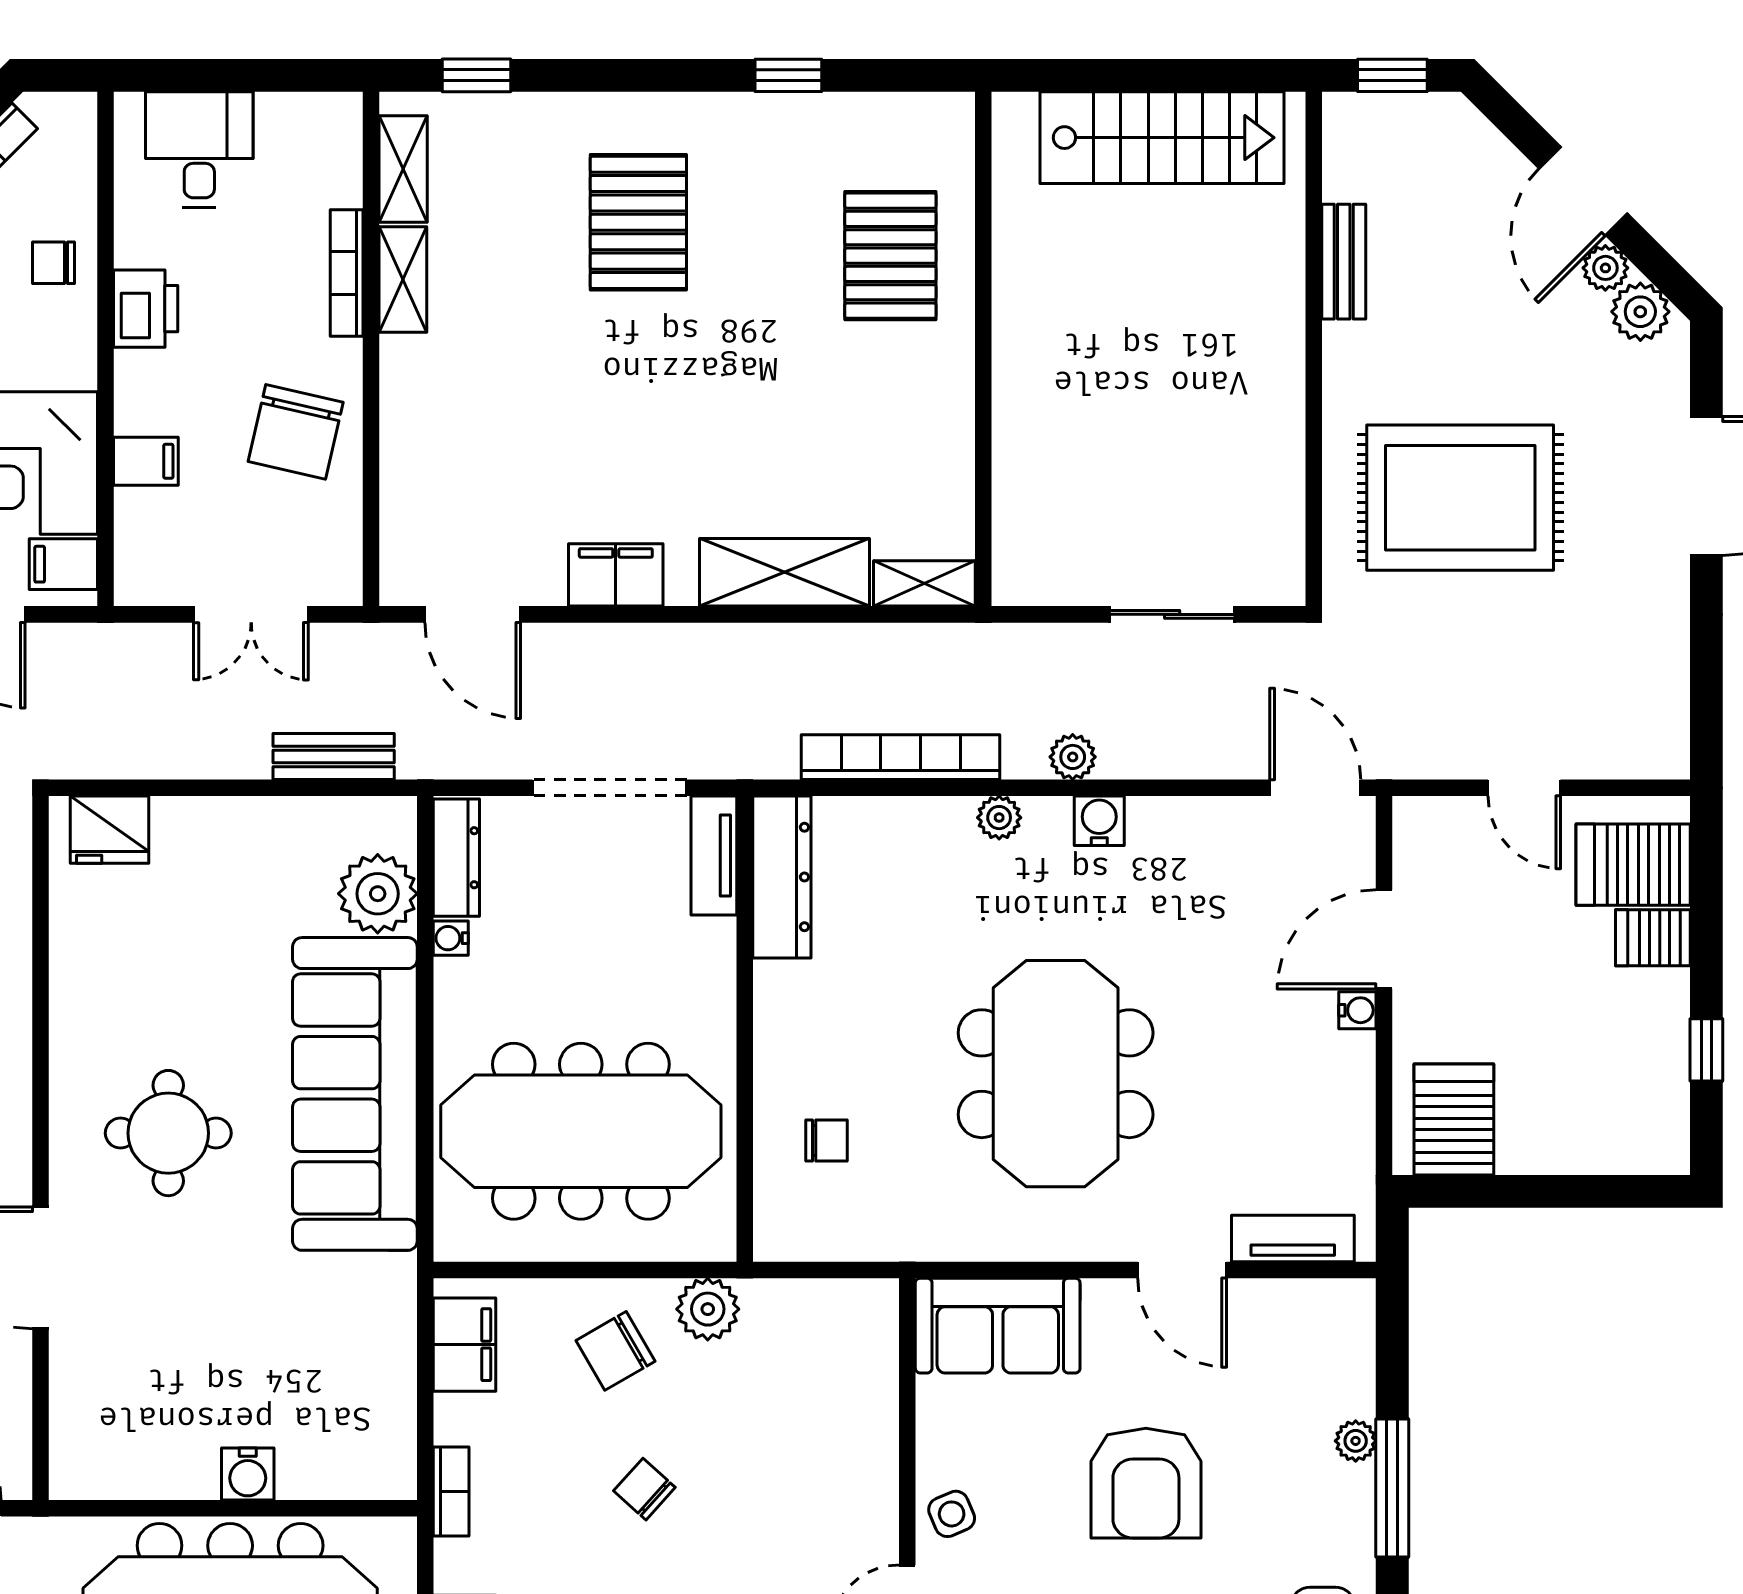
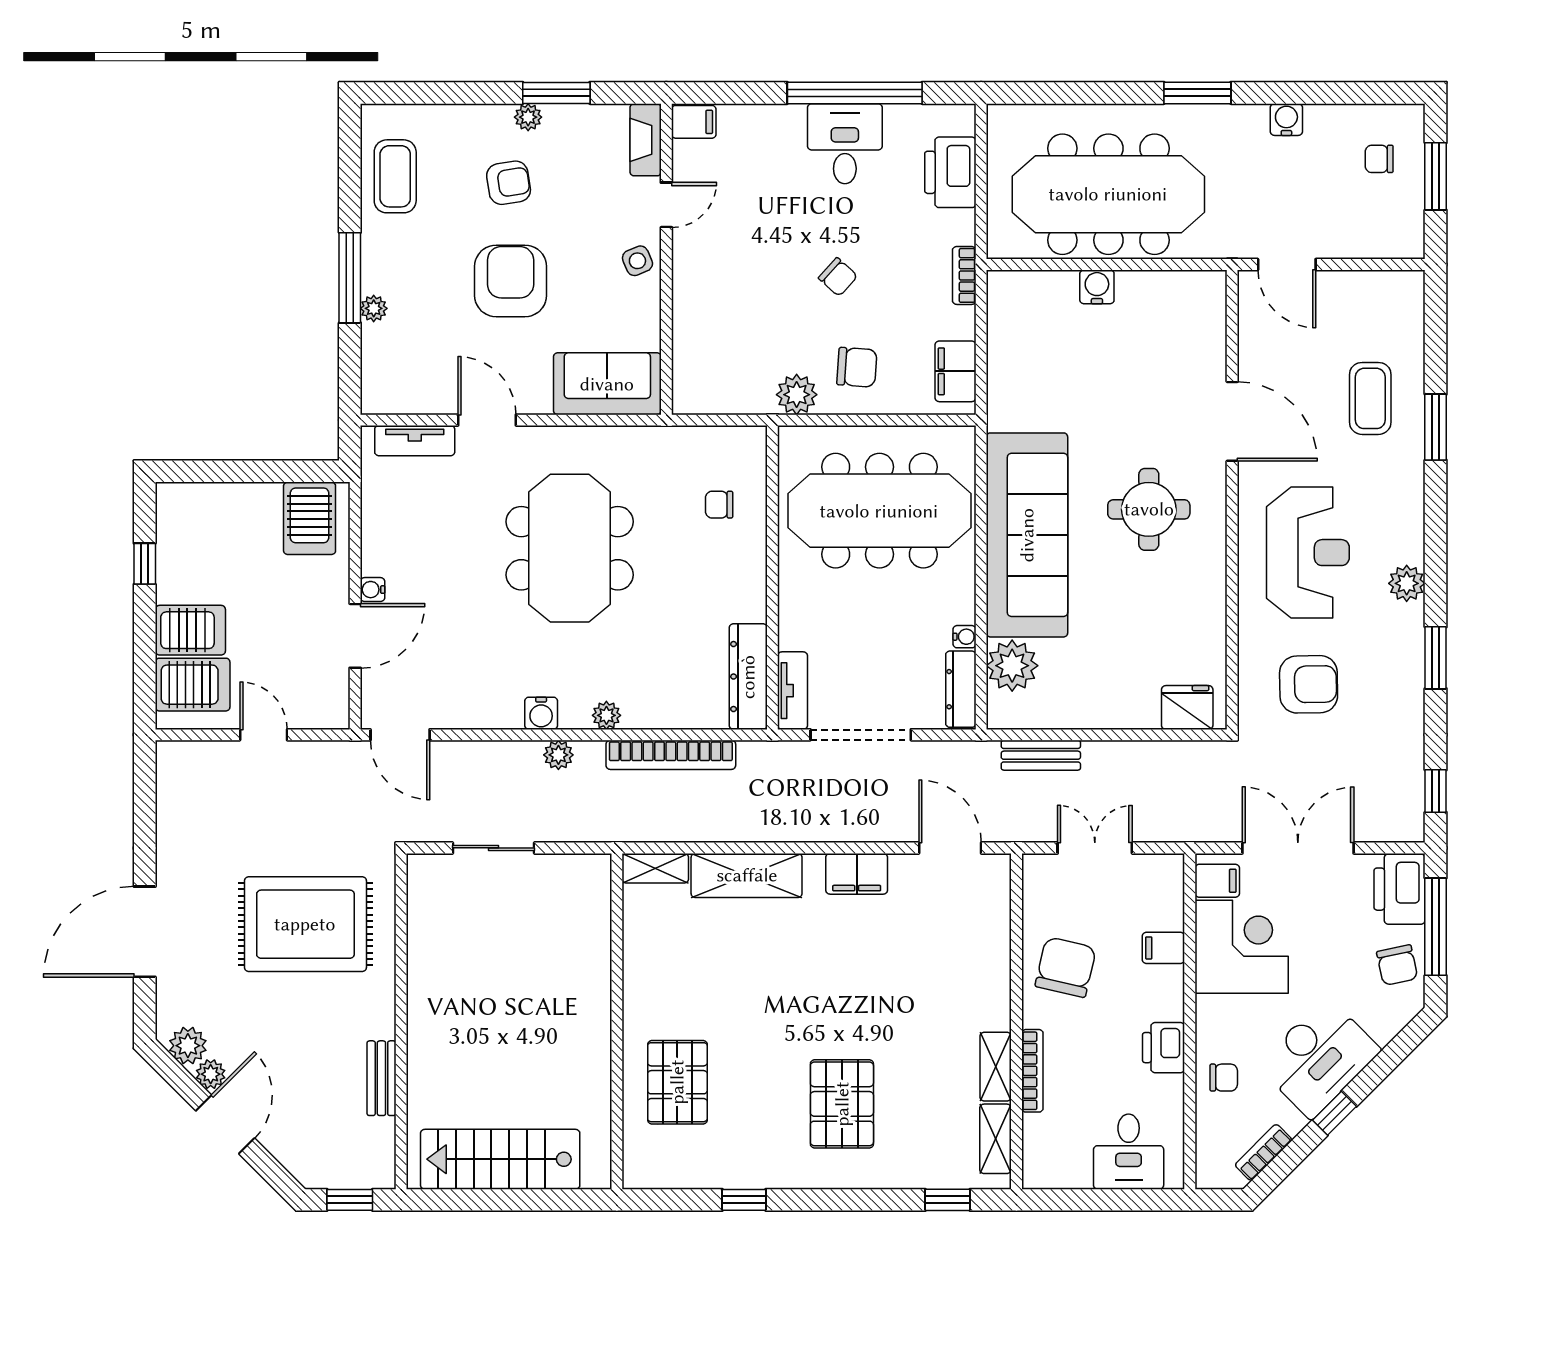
server rack: (1653, 938) -> (190, 630), width x1.36, depth x1.44
chair: (616, 1351) -> (857, 367), turned 34

